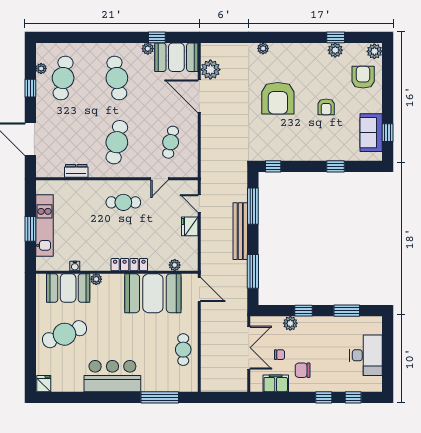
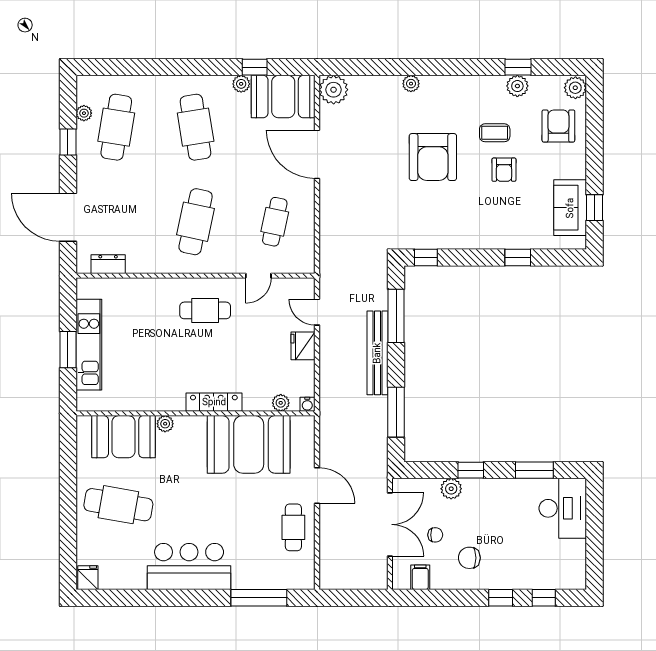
plant: (210, 70) -> (334, 90), moved
coffee table: (320, 82) -> (495, 133), added
dresser: (76, 171) -> (108, 264), moved
water cooler: (75, 266) -> (307, 404), moved
door: (199, 290) -> (317, 486), moved
cafe table: (64, 334) -> (118, 505), turned 32
desk: (366, 355) -> (563, 508), moved
filing cabinet: (276, 383) -> (420, 577), width x0.50

